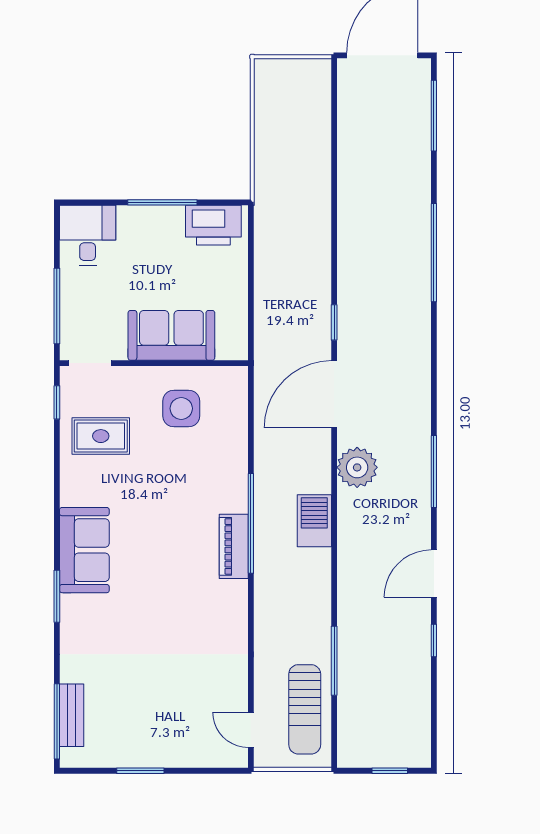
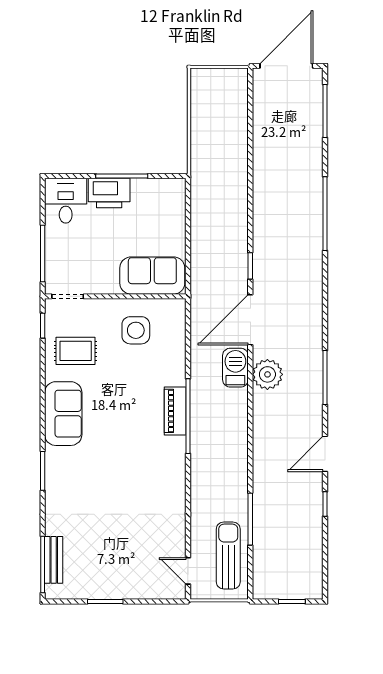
printer: (213, 225) -> (109, 193), moved
sofa: (171, 335) -> (152, 276), moved
barbecue: (314, 521) -> (235, 368), moved
piano: (234, 546) -> (175, 411), moved
sofa: (84, 550) -> (63, 414), moved
sun lounger: (305, 709) -> (228, 555), turned 180

